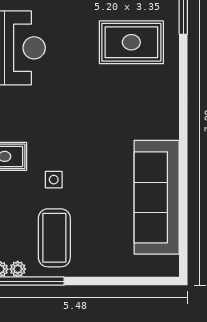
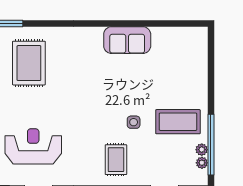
sofa: (157, 197) -> (127, 40), width x0.54, depth x0.79

